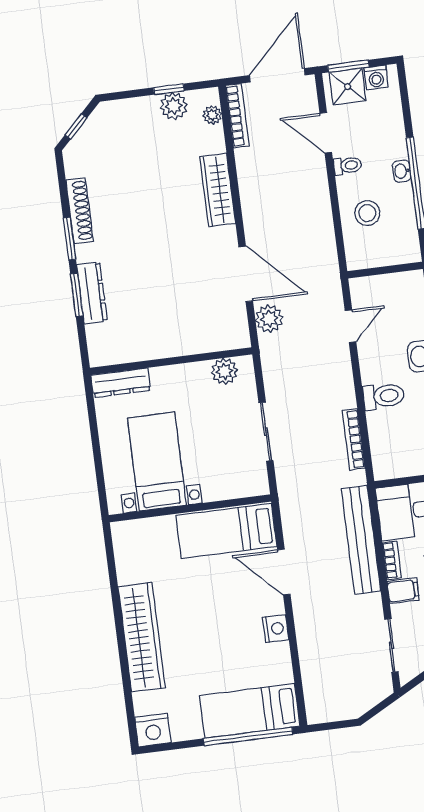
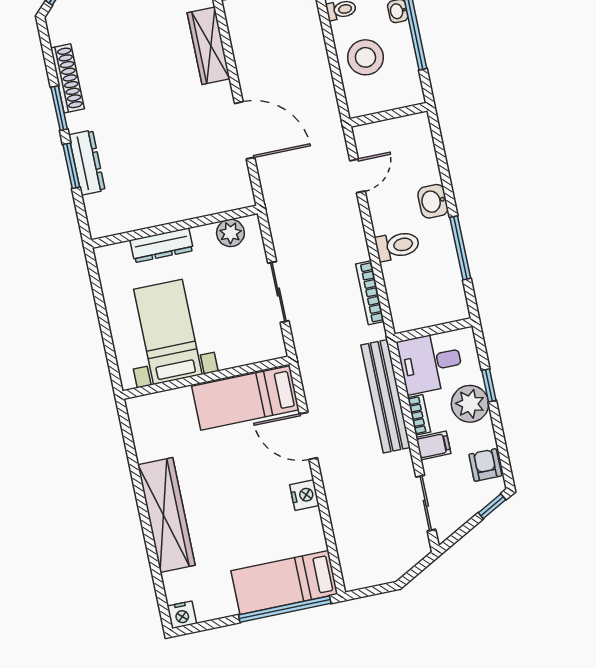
stool: (367, 213) -> (365, 57), width x1.38, depth x1.38
plant: (269, 319) -> (273, 175), removed
dresser: (121, 383) -> (162, 245), moved
nightstand: (153, 730) -> (182, 615), width x0.74, depth x0.75

